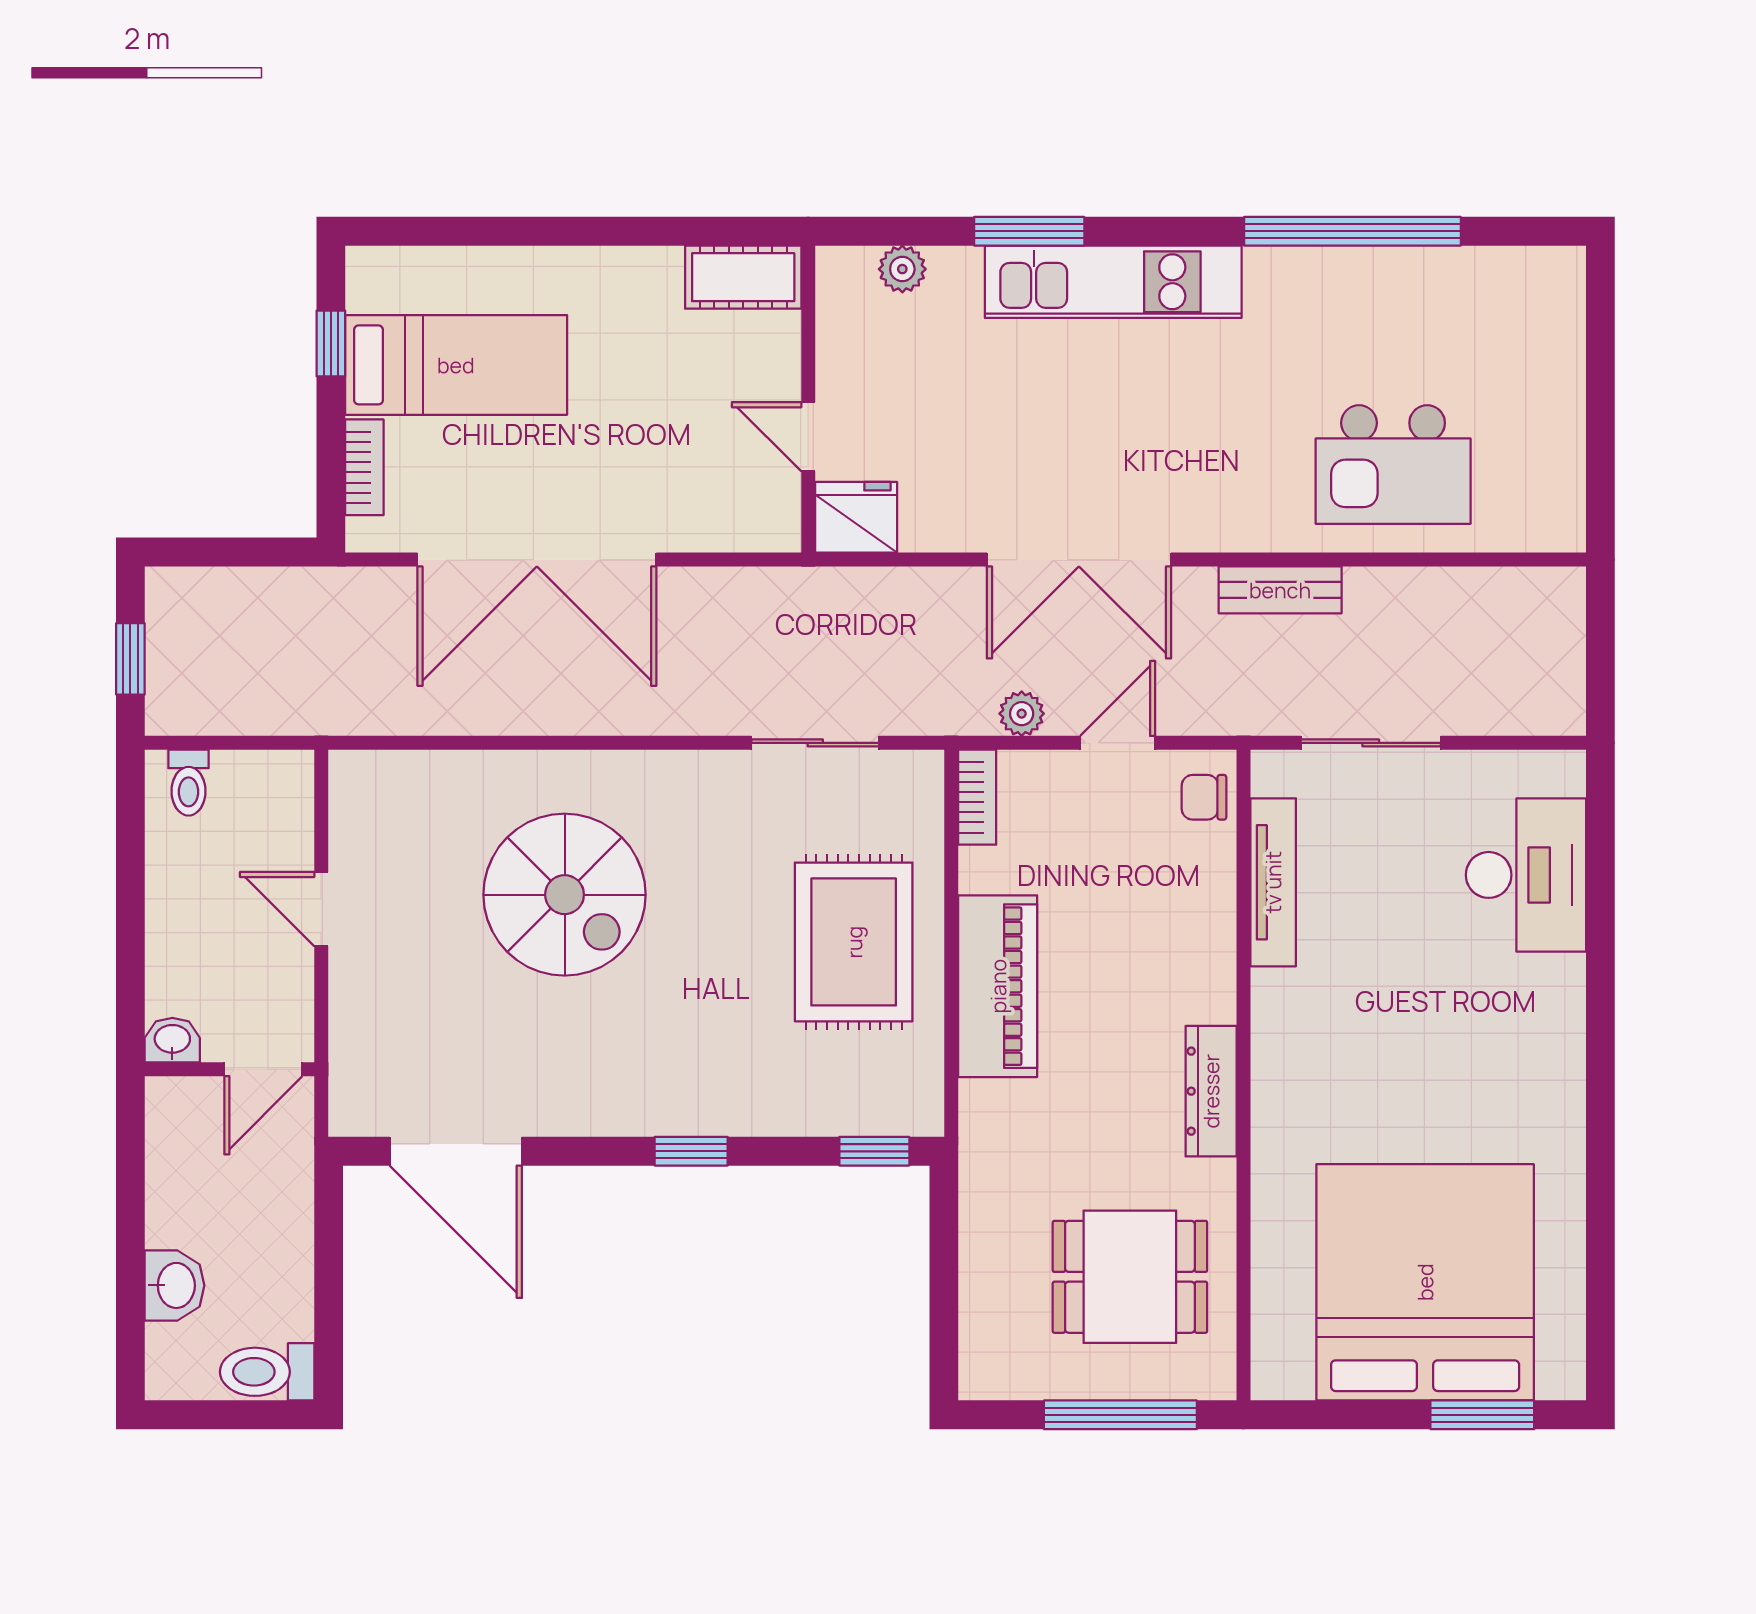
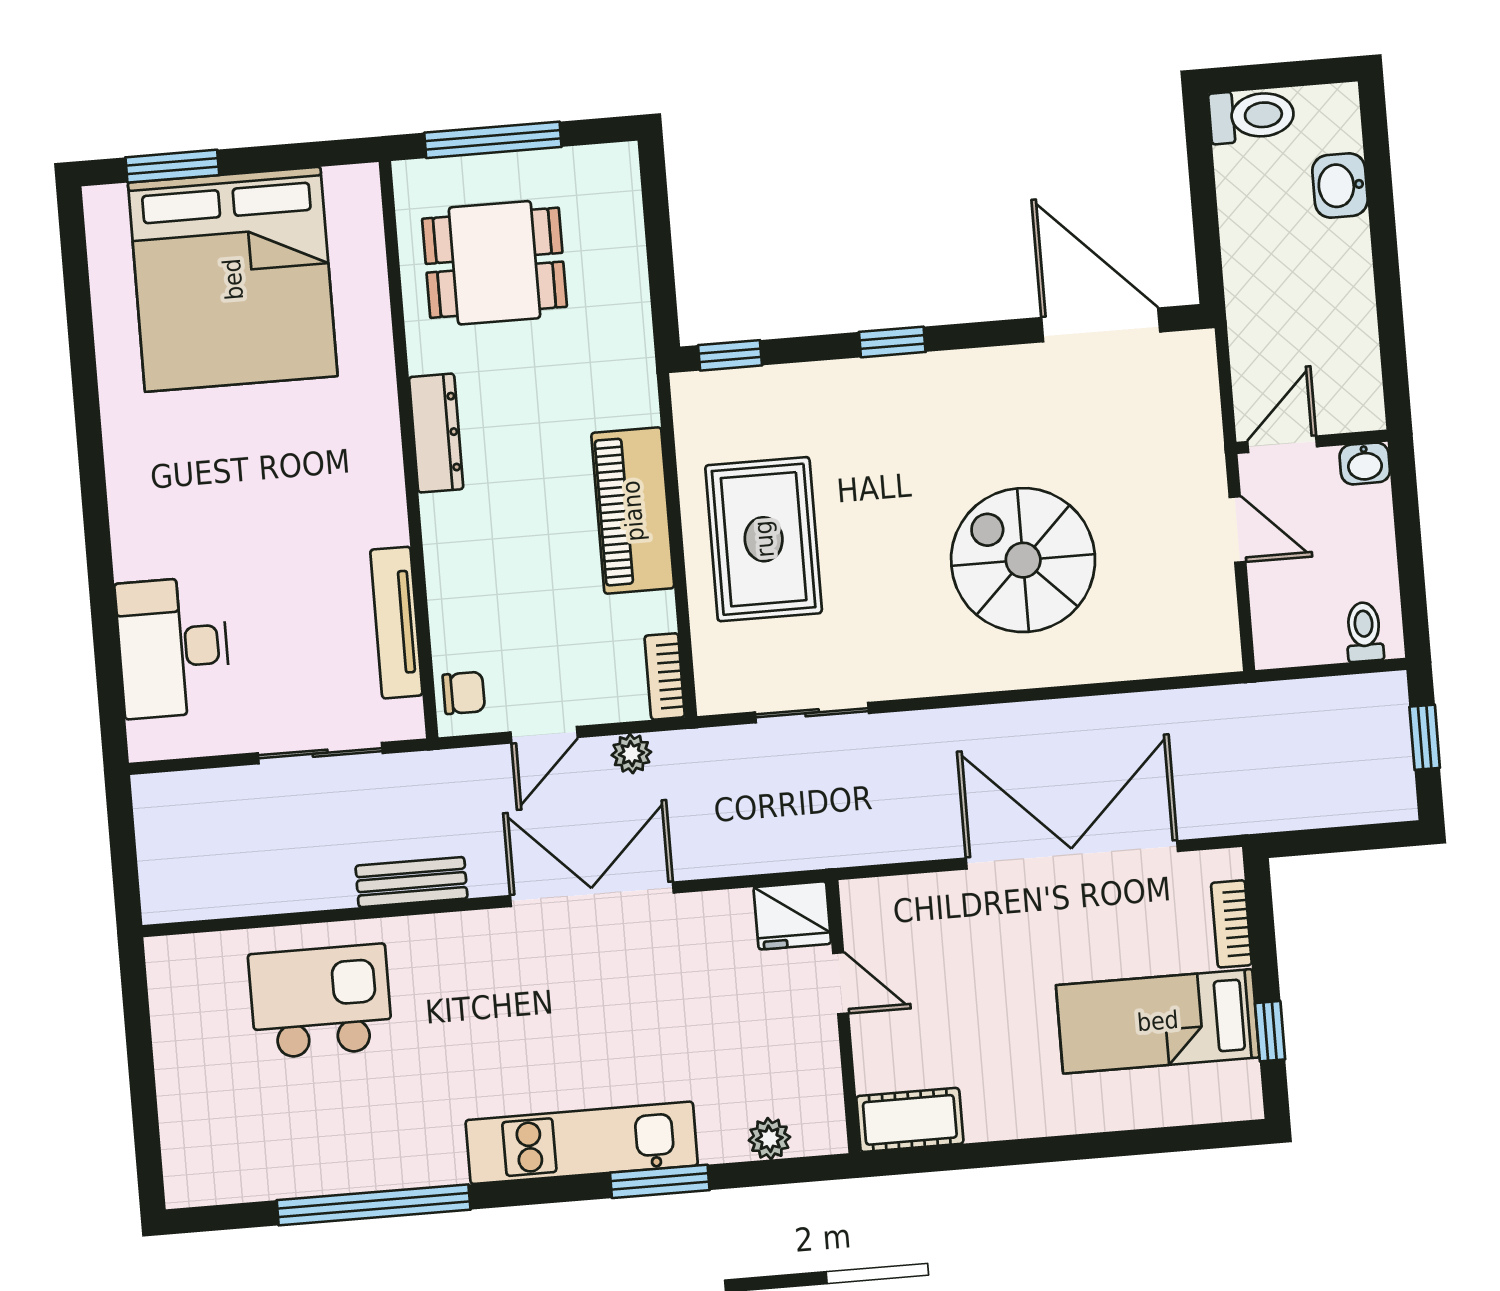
washbasin: (172, 1040) -> (1365, 463), moved
wall: (230, 1069) -> (1312, 442), moved
door: (263, 1069) -> (1282, 444), moved

